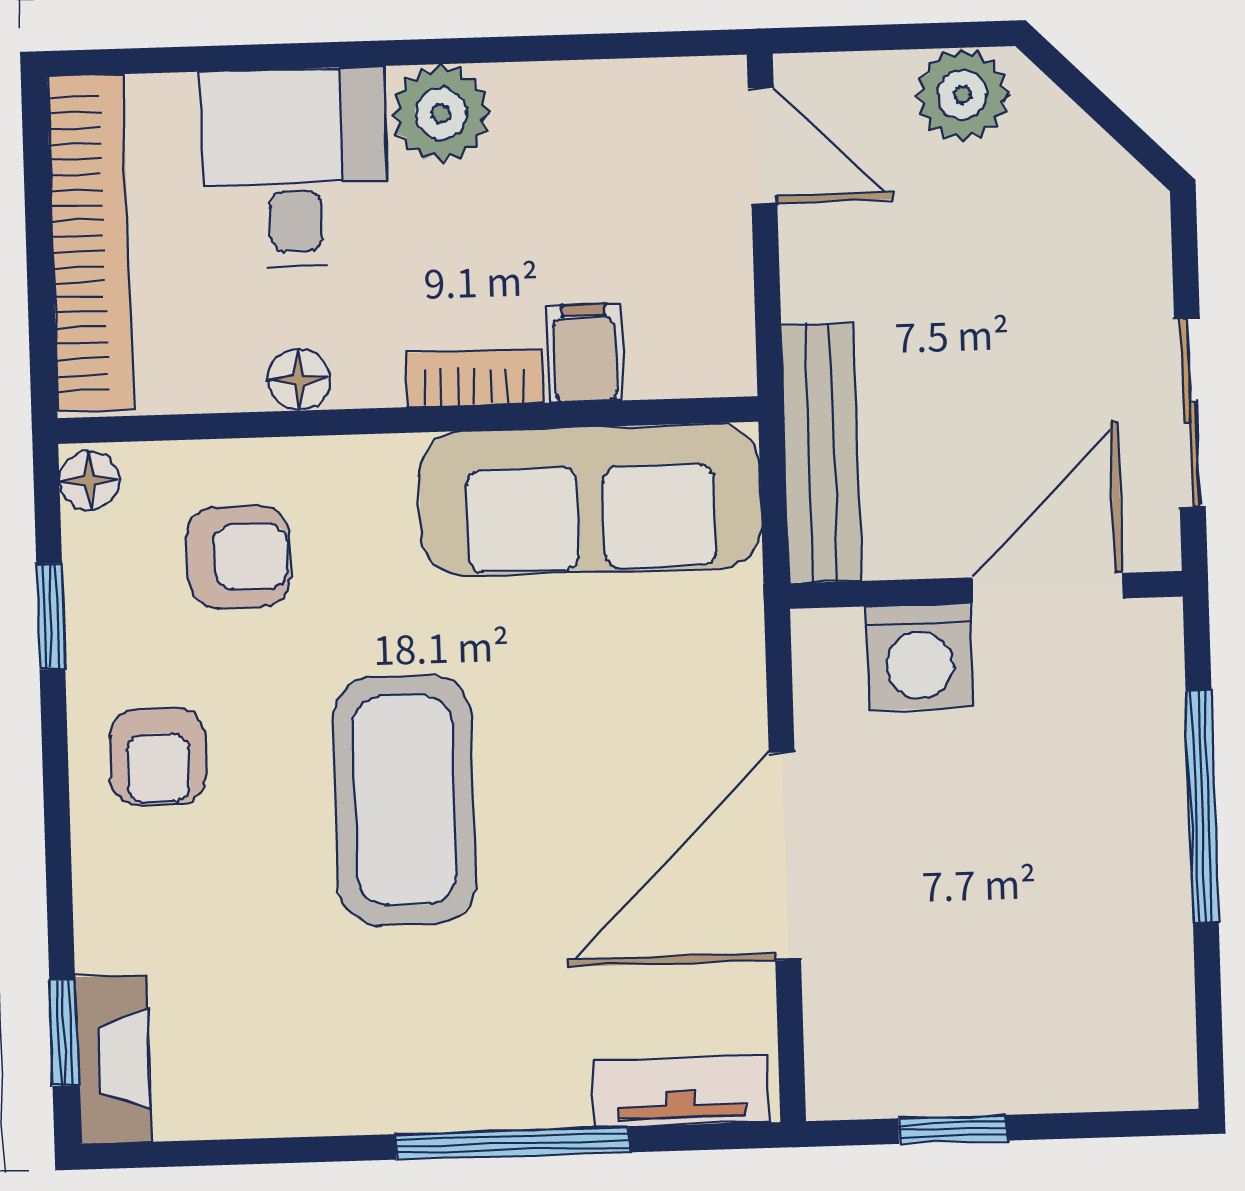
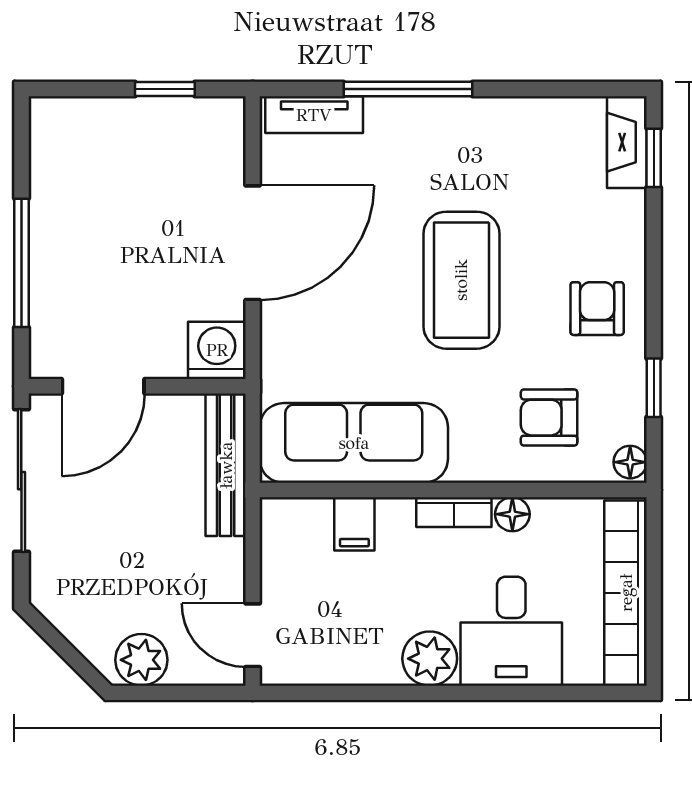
bookcase: (474, 378) -> (454, 512), moved
sliding door: (1190, 412) -> (21, 481), width x1.37
washing machine: (919, 657) -> (217, 350), moved

